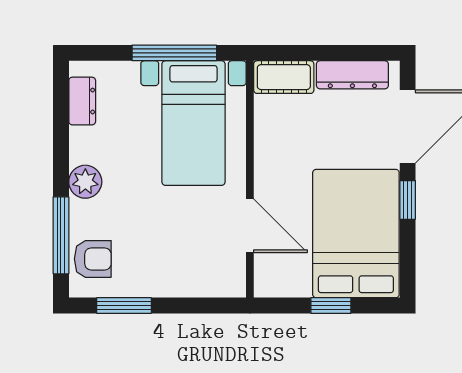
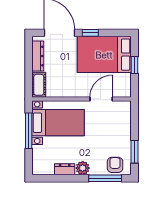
dresser: (82, 101) -> (65, 169), moved

